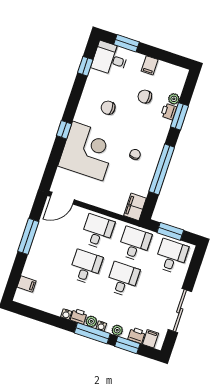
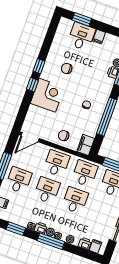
desk: (110, 59) -> (81, 36), moved, turned 90
window: (85, 66) -> (39, 66), moved
chair: (145, 97) -> (64, 136), moved
corner desk: (88, 151) -> (47, 95), width x0.74, depth x0.74
desk: (49, 255) -> (19, 180), added
window: (127, 345) -> (16, 229), moved

